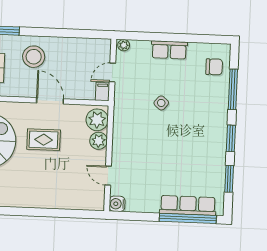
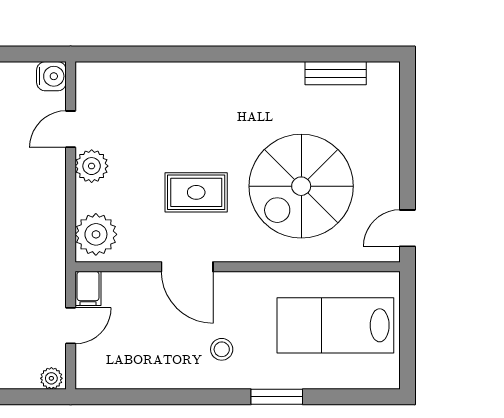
stool: (34, 57) -> (222, 349), width x0.53, depth x0.53
plant: (99, 141) -> (92, 166), moved
door: (108, 176) -> (71, 129), swing flipped

